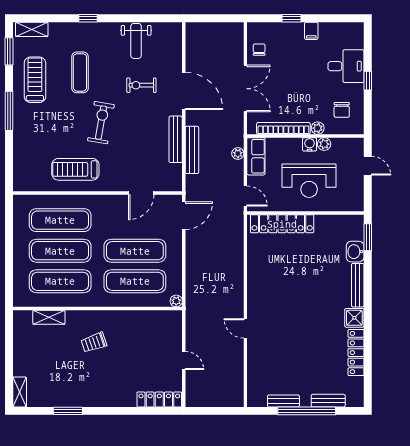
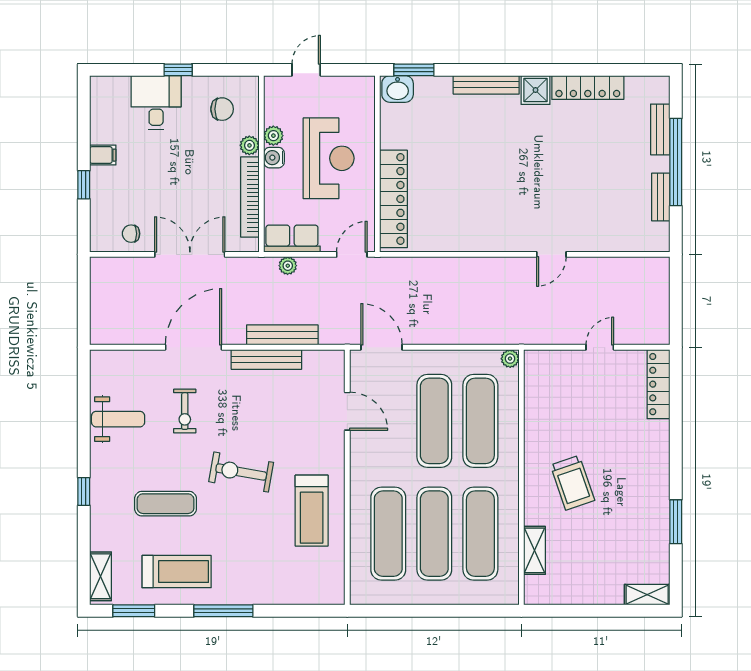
treadmill: (35, 80) -> (177, 572), turned 180
washbasin: (355, 252) -> (398, 89), moved
trolley: (94, 342) -> (572, 483), width x1.36, depth x1.39

